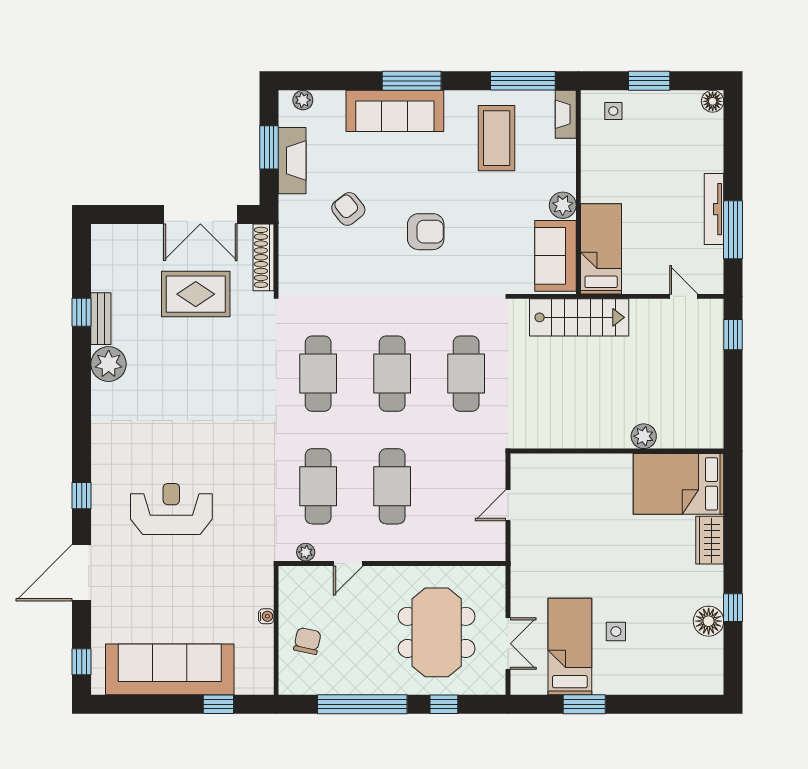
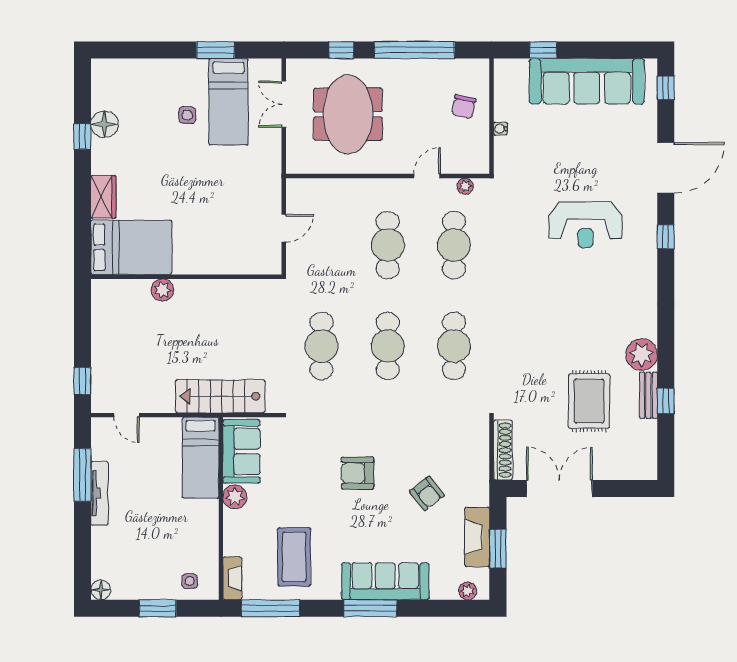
rug: (196, 294) -> (589, 401), moved, turned 90

